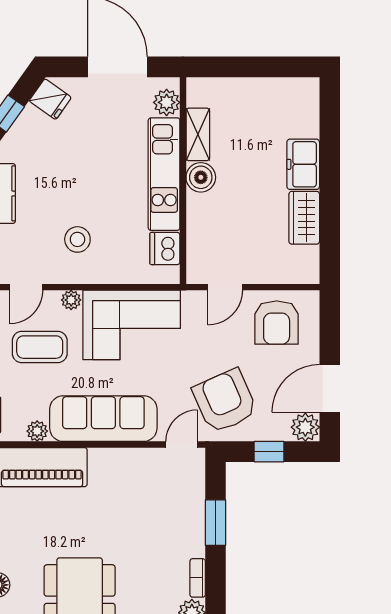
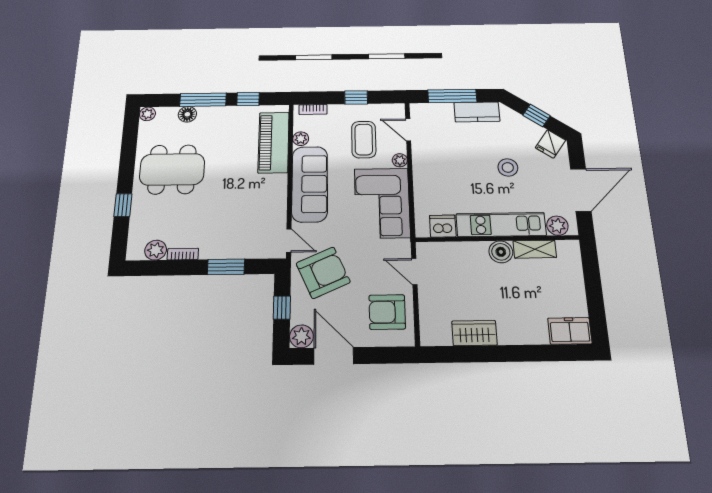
freezer: (303, 164) -> (570, 331), moved
stool: (77, 239) -> (508, 167), moved

